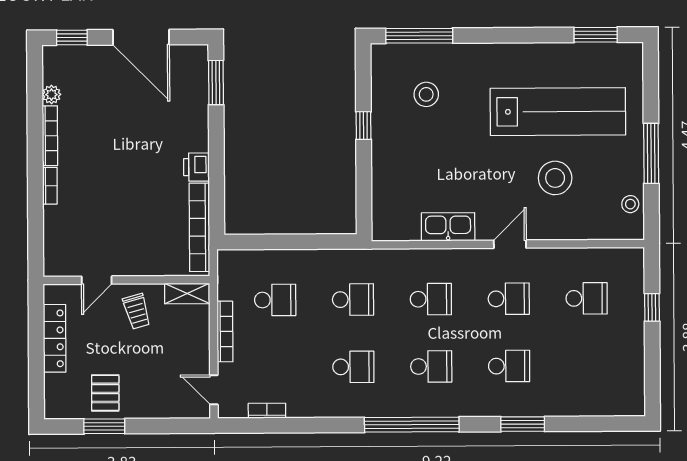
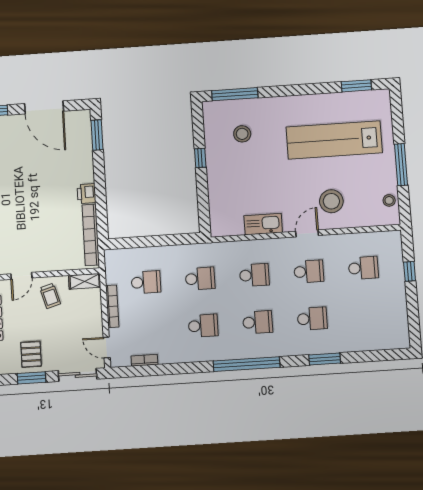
lab bench: (558, 112) -> (334, 140), turned 180
stool: (555, 178) -> (331, 201), moved
sliding door: (170, 426) -> (78, 375), added

